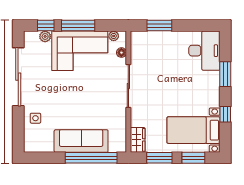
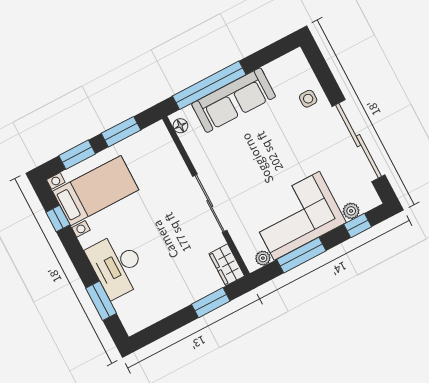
window: (78, 26) -> (301, 255), moved
desk: (204, 51) -> (117, 265), moved
floor lamp: (121, 53) -> (180, 126), moved
window: (225, 74) -> (101, 301), moved
window: (225, 114) -> (58, 219), moved
wardrobe: (138, 140) -> (227, 265), moved

